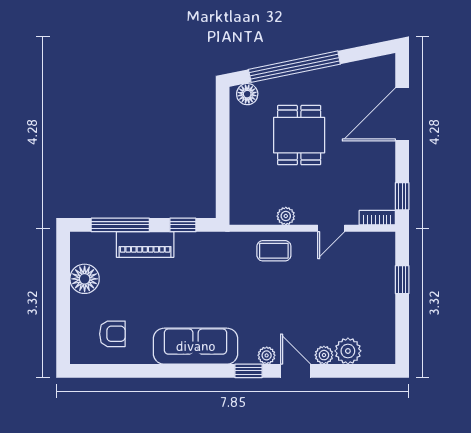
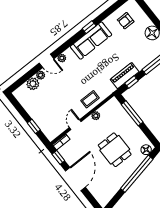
door: (402, 114) -> (75, 179), moved
window: (223, 173) -> (132, 113), added
piano: (145, 245) -> (125, 76), moved
window: (249, 371) -> (89, 27), moved

